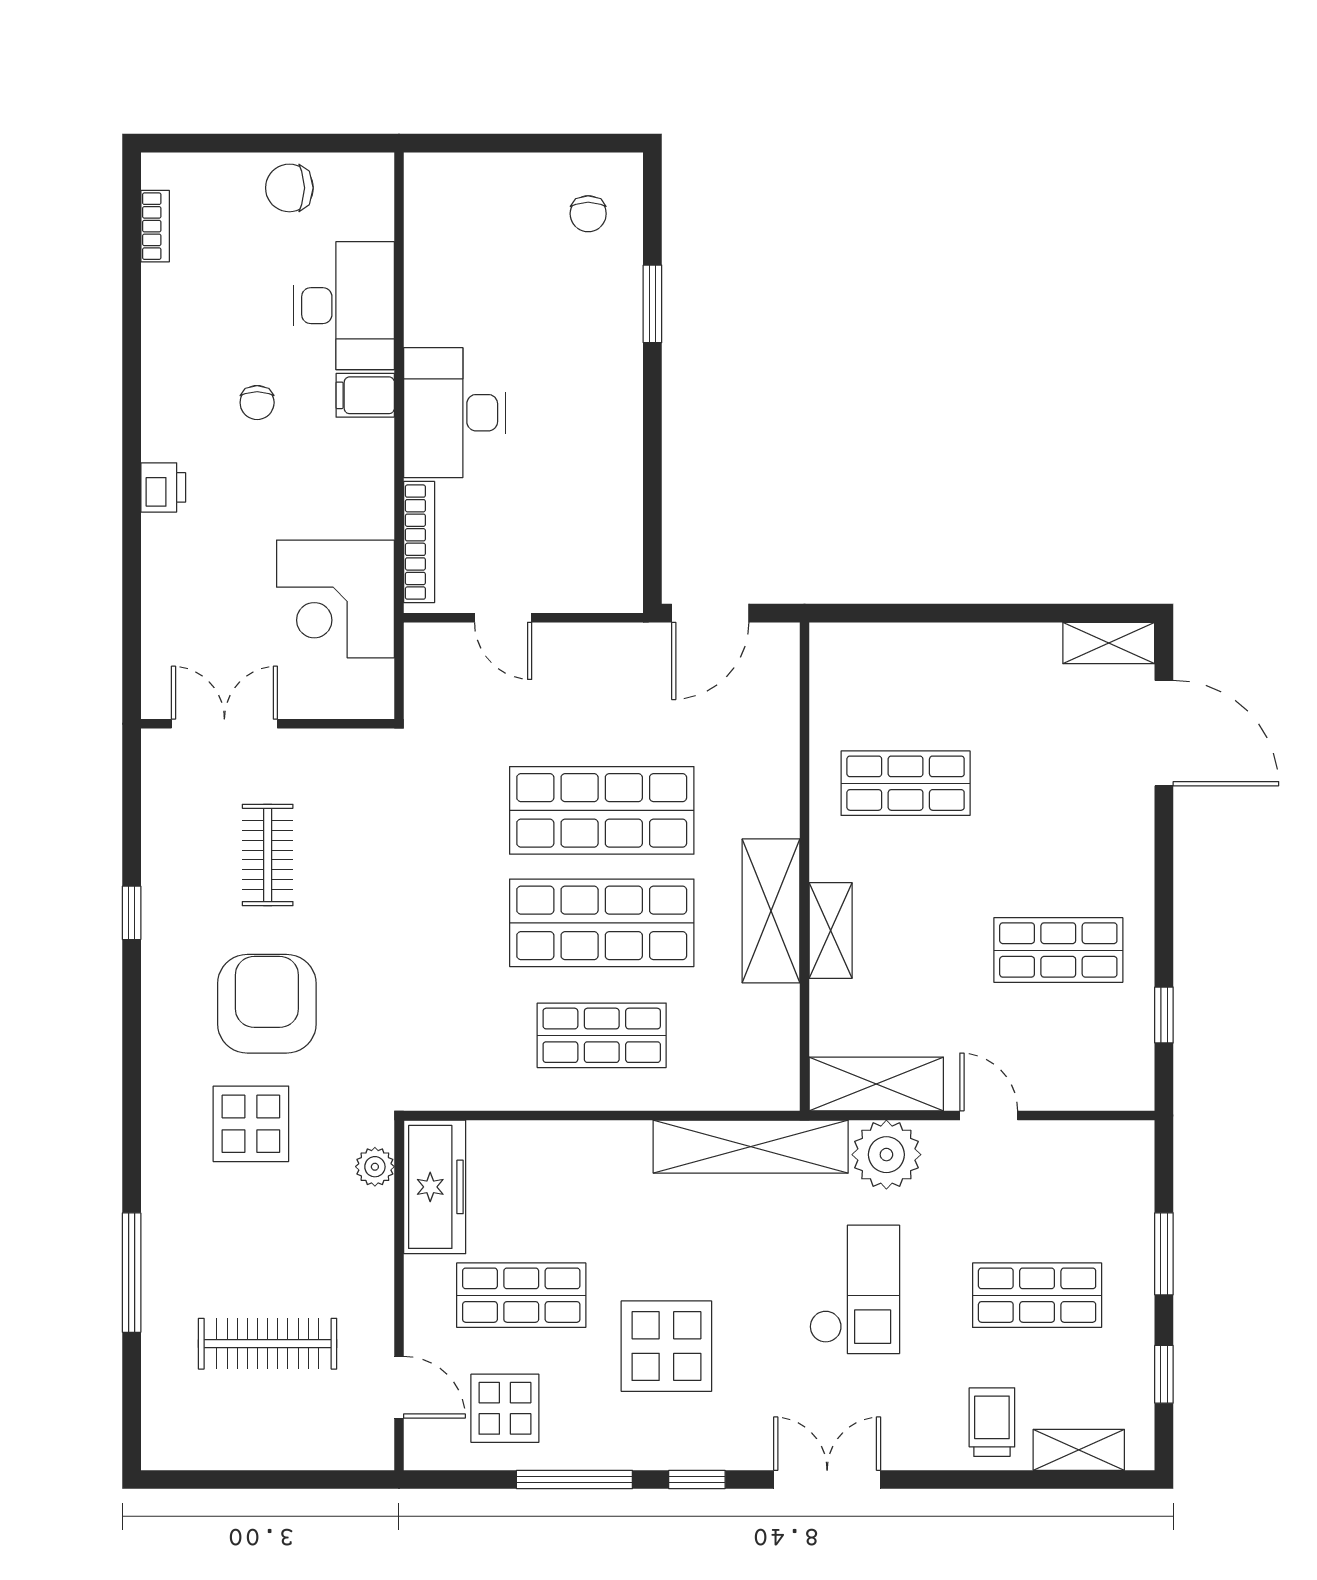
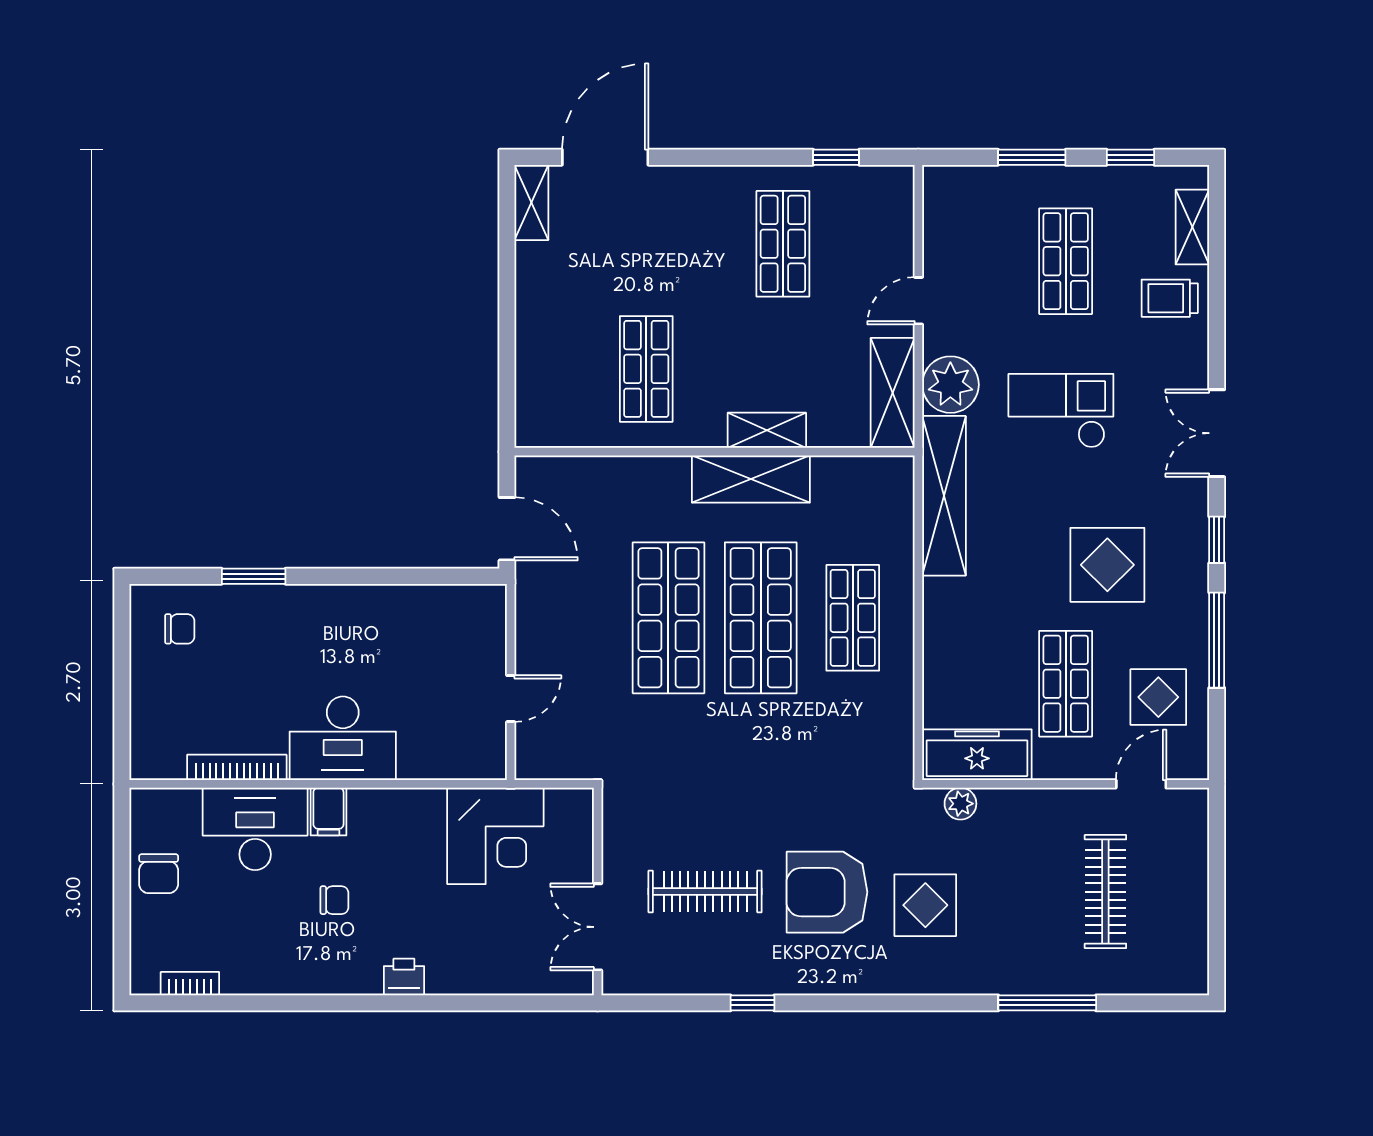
bookcase: (419, 542) -> (237, 767), moved
clothes rail: (268, 855) -> (705, 892), width x1.36

